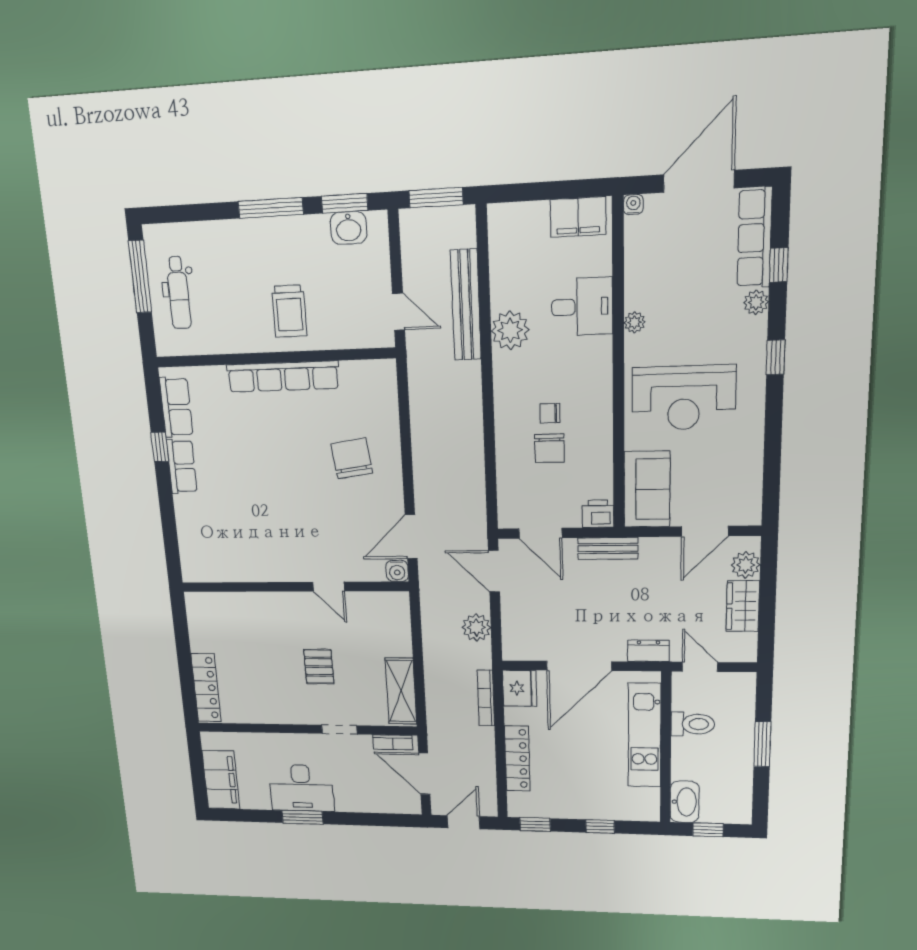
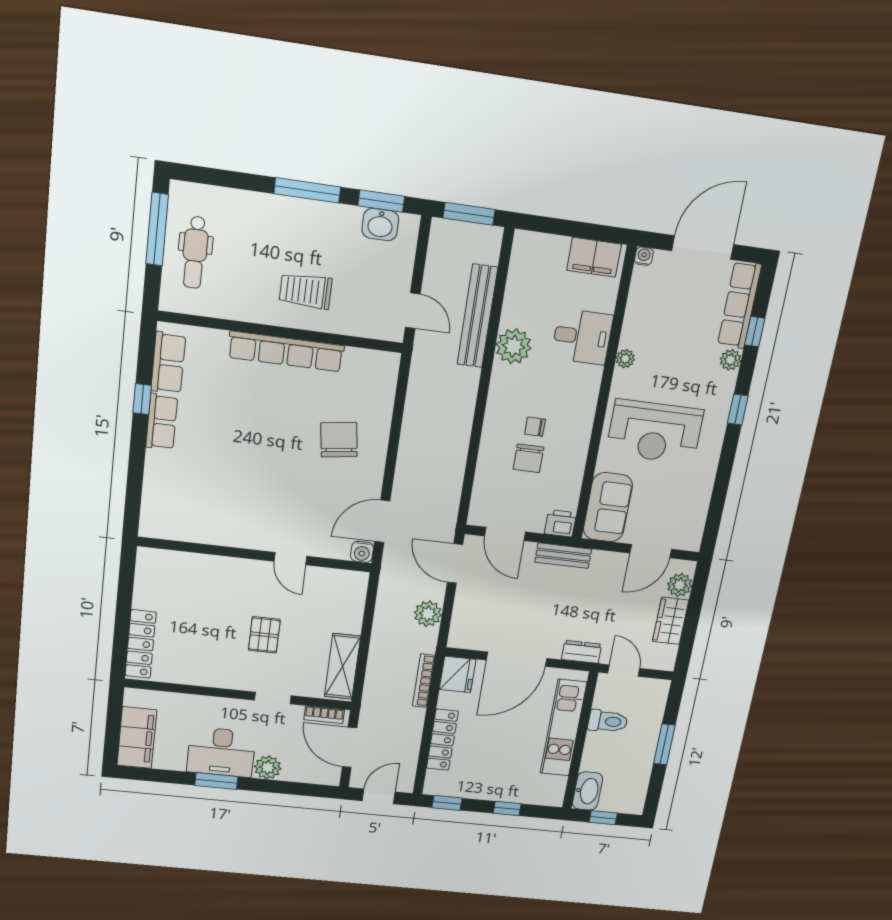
trolley: (289, 311) -> (306, 291), turned 90
plant: (348, 800) -> (268, 768), added

